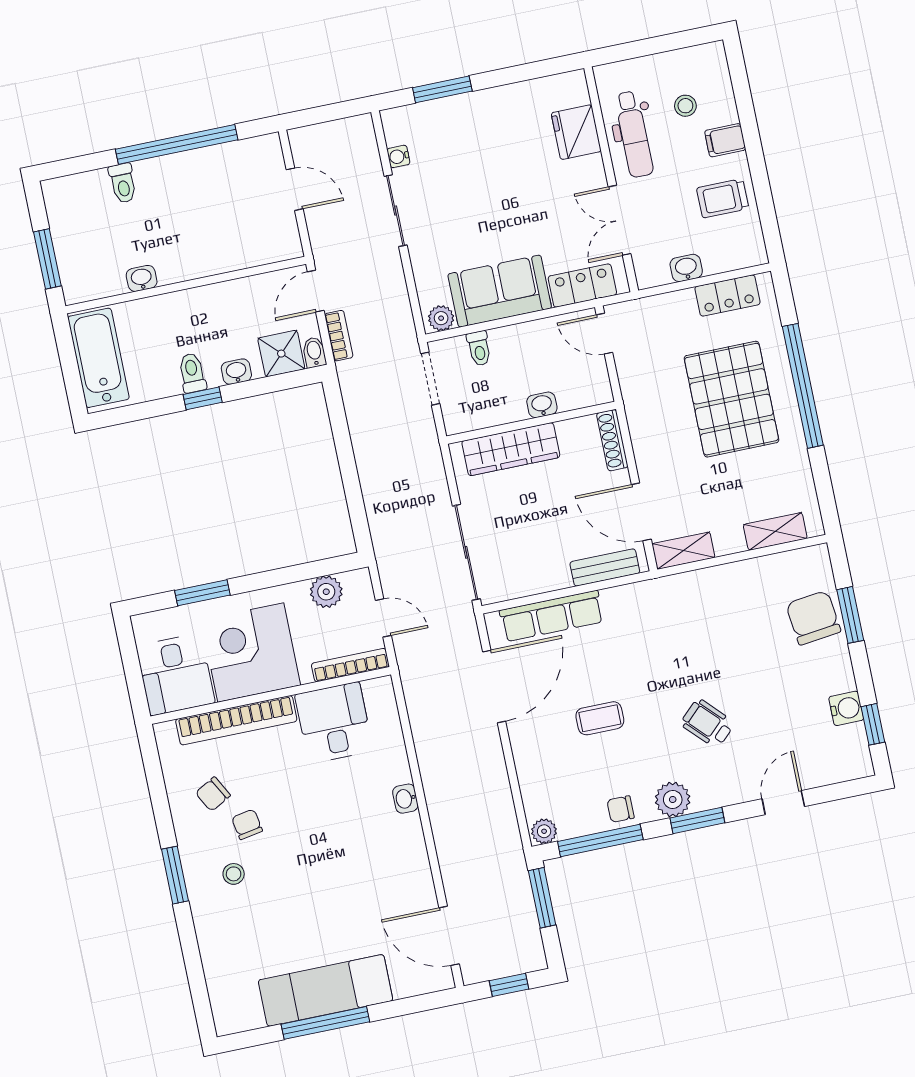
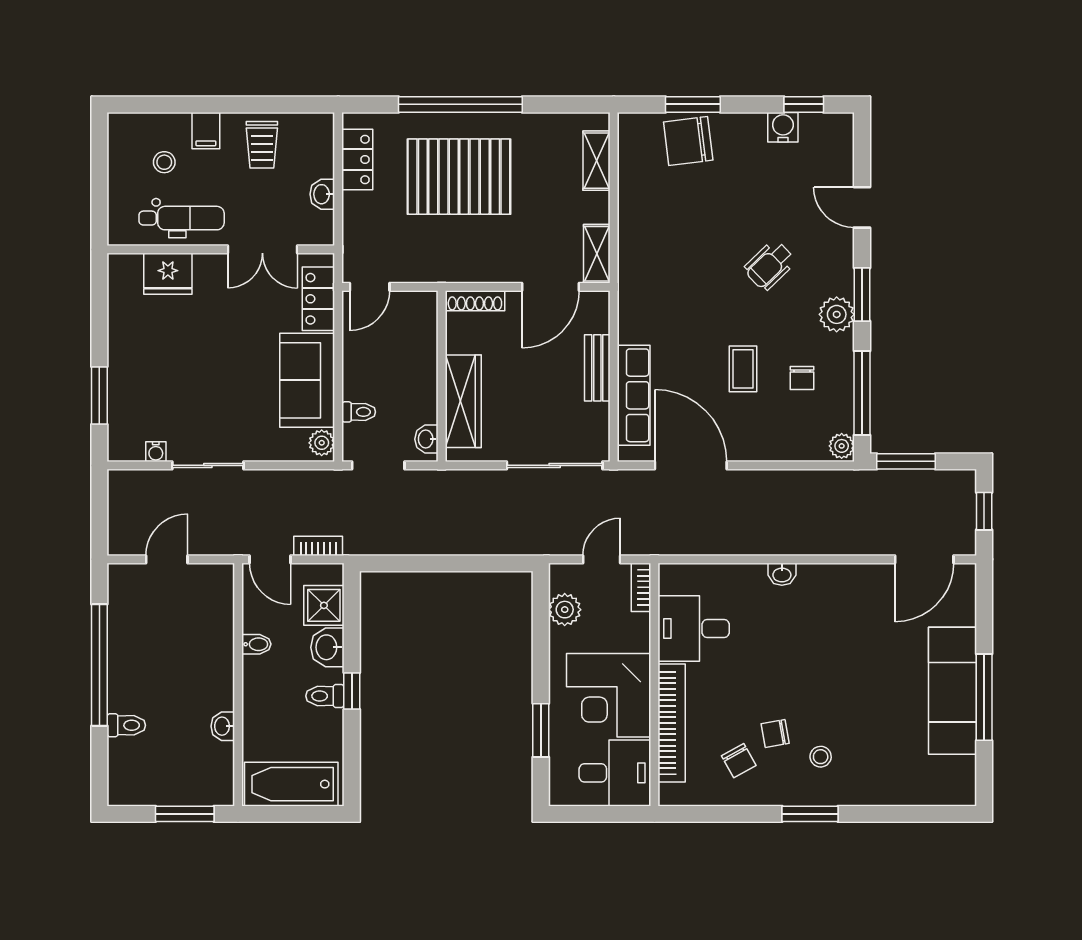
bidet: (314, 352) -> (256, 644), moved, turned 180
washbasin: (236, 372) -> (327, 647), width x1.38, depth x1.45
washbasin: (542, 405) -> (426, 439), moved
bench: (605, 568) -> (597, 368), moved
bookcase: (350, 665) -> (641, 587), width x0.64
chair: (621, 809) -> (802, 378), moved

